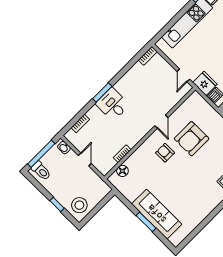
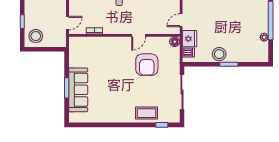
armchair: (192, 139) -> (147, 65), turned -90
armchair: (165, 153) -> (122, 57), removed
door: (85, 159) -> (68, 23), moved
floor lamp: (122, 171) -> (175, 42), moved

